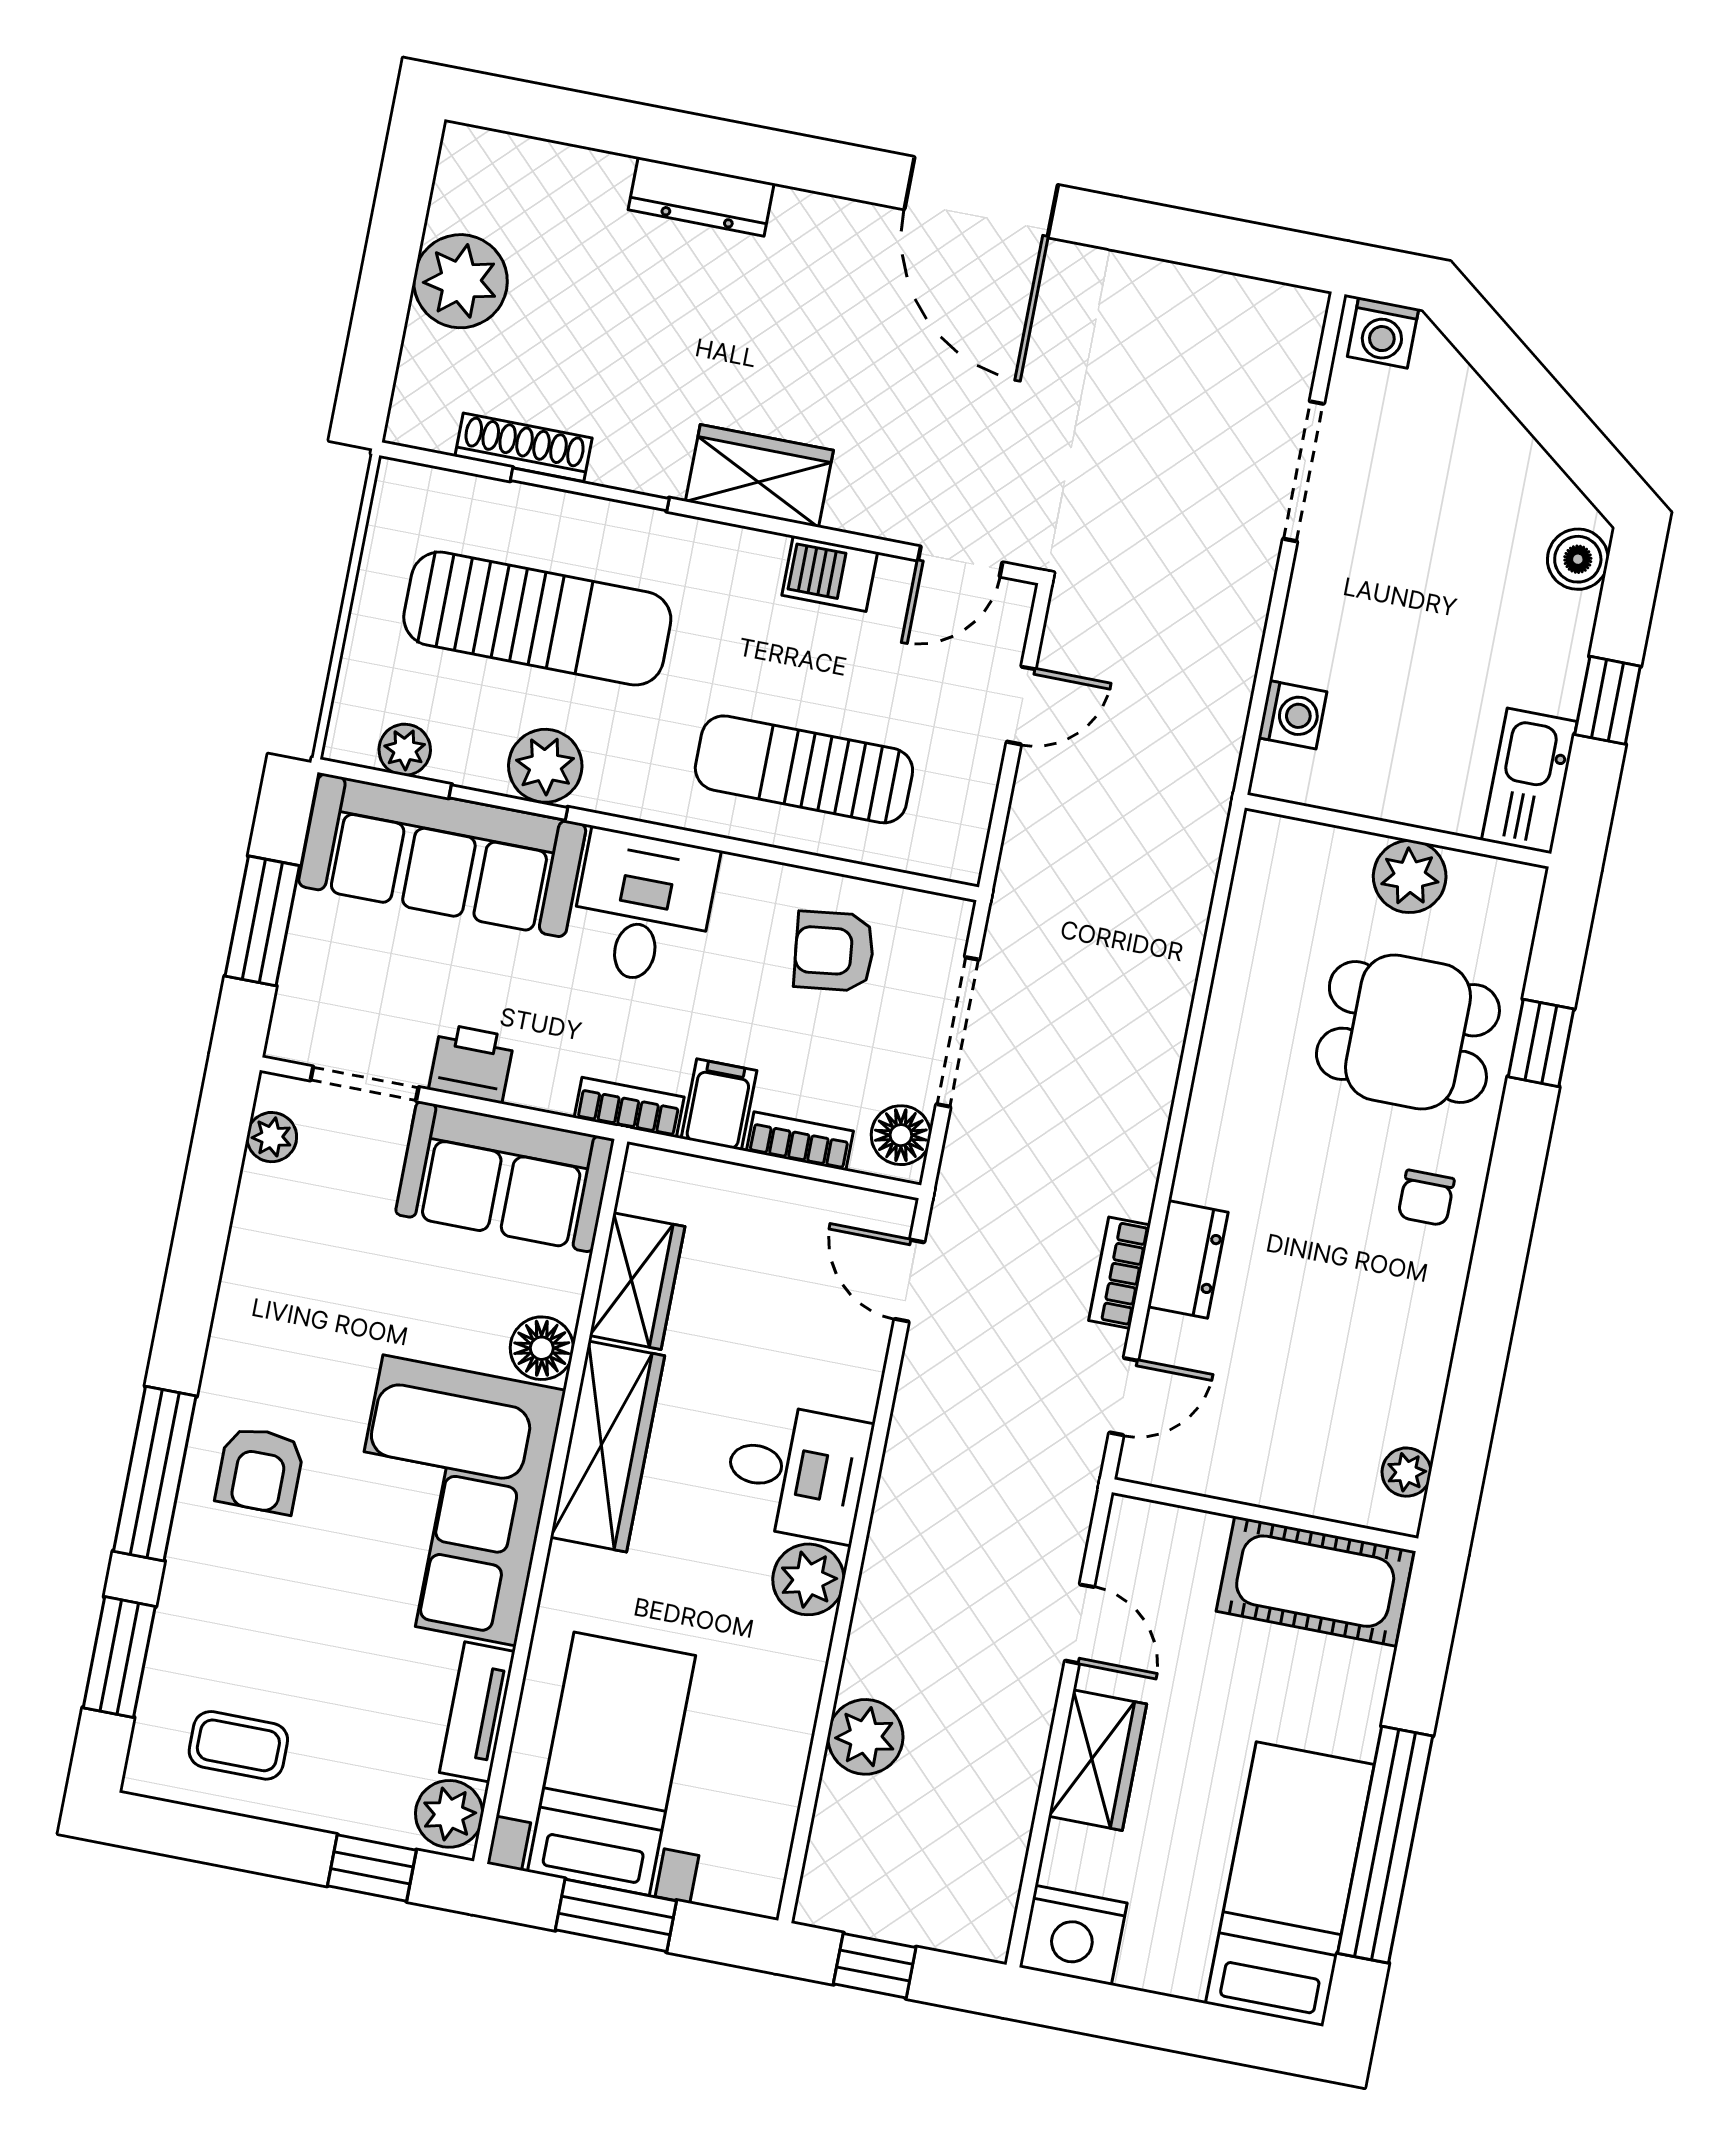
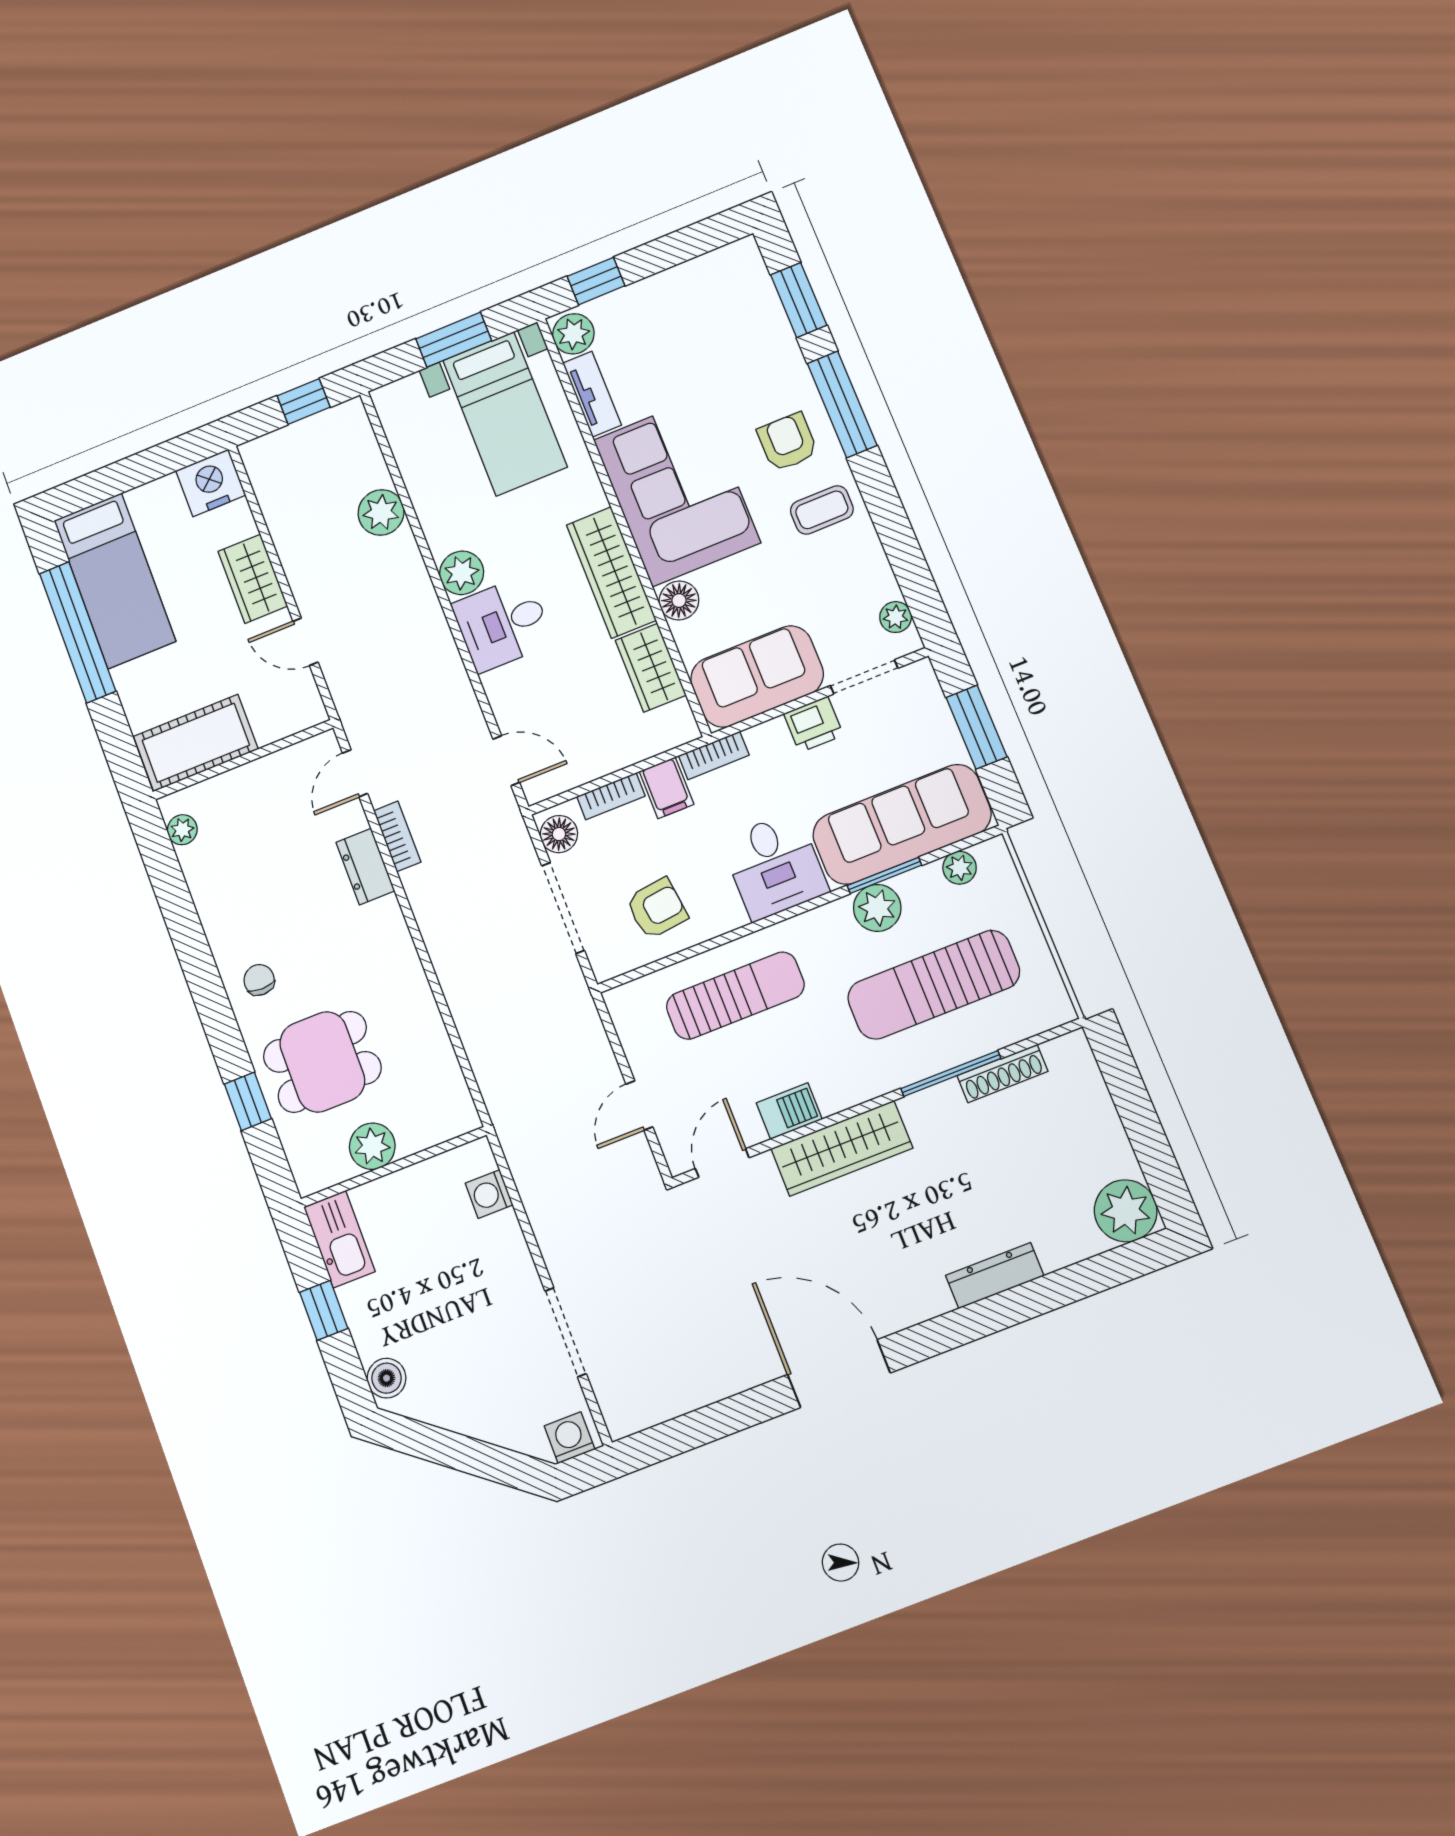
plant: (460, 281) -> (1126, 1211), moved
wardrobe: (759, 476) -> (842, 1148), width x1.50
coffee table: (238, 1745) -> (822, 510), moved

